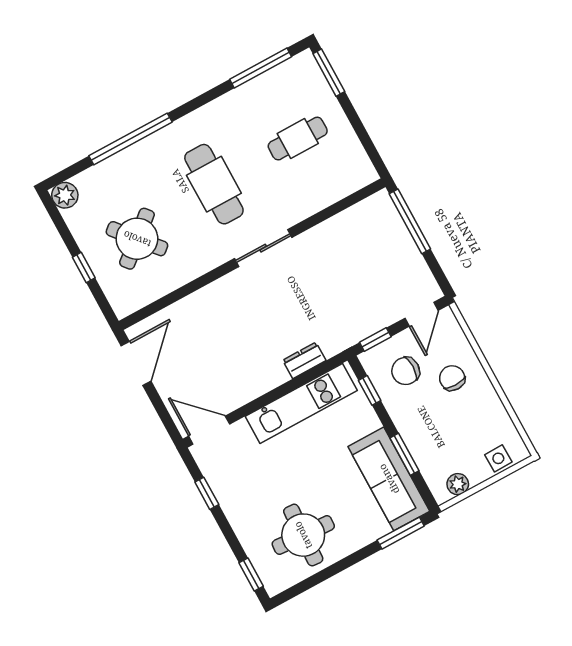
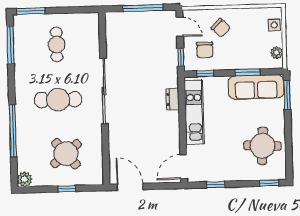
window: (410, 221) -> (143, 8), moved
sliding door: (263, 248) -> (104, 91), width x1.86
chair: (452, 378) -> (221, 28), turned -136

